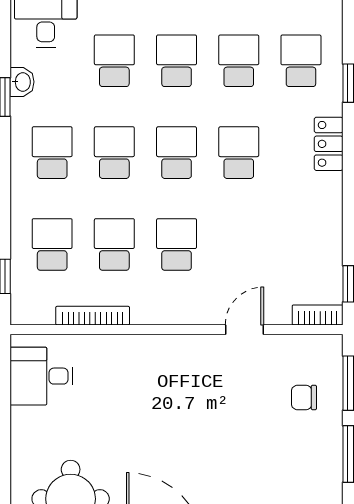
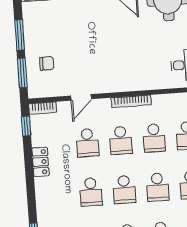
locker: (329, 144) -> (40, 162), moved
school desk: (239, 244) -> (87, 143), added
bookcase: (93, 316) -> (131, 101), moved

